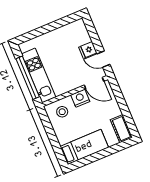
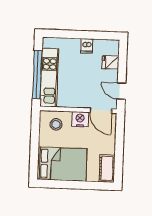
dishwasher: (58, 35) -> (87, 46), added
fridge: (88, 50) -> (110, 62), moved
bed: (84, 147) -> (62, 164), width x1.50

